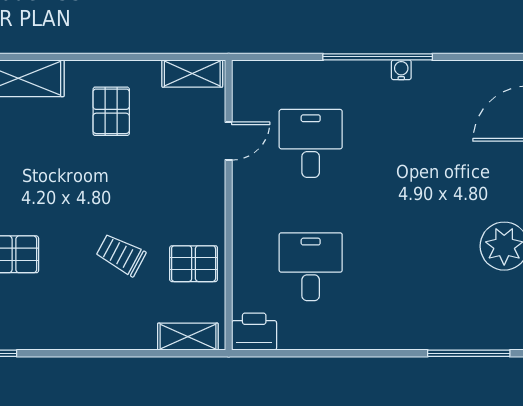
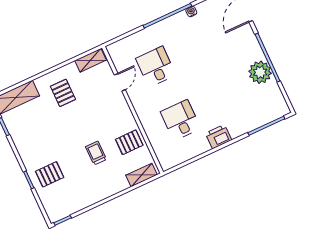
water cooler: (401, 70) -> (191, 11), moved
trolley: (121, 255) -> (96, 153), turned 62
printer: (254, 332) -> (219, 137), moved

